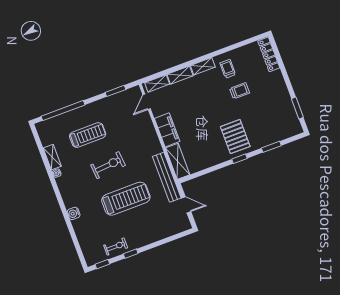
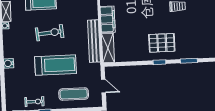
pallet: (235, 137) -> (162, 43), turned 90
bench: (167, 177) -> (94, 41), moved
exercise mat: (156, 224) -> (74, 94), added

